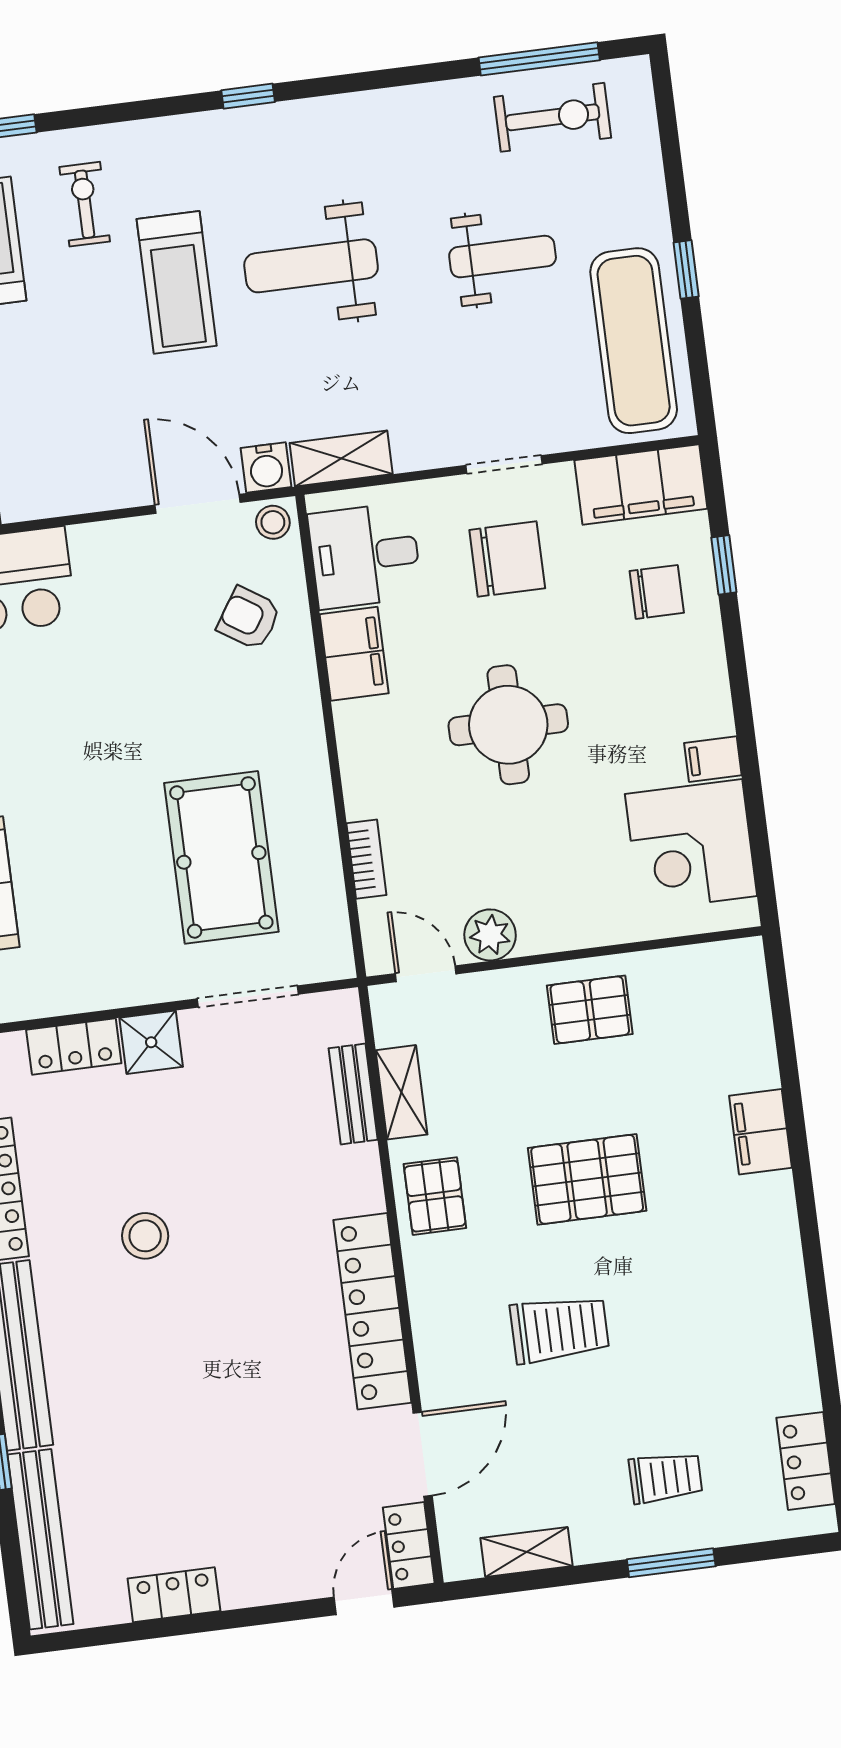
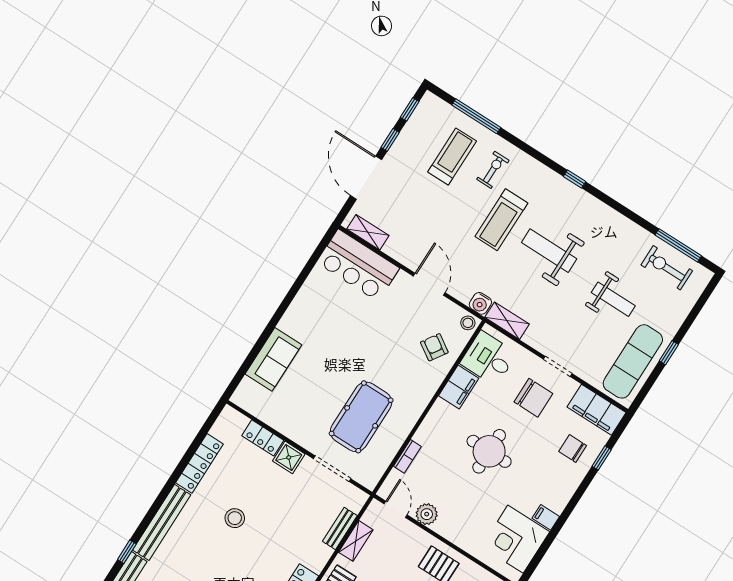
exercise bike: (553, 117) -> (667, 268), turned 180
door: (198, 504) -> (429, 284), moved
chair: (657, 592) -> (573, 449), turned 180

